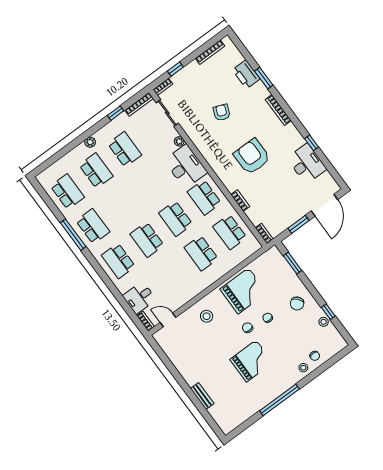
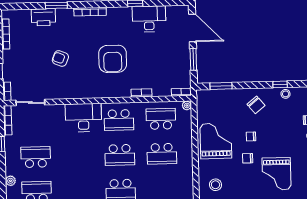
plant: (179, 141) -> (187, 105), moved
armchair: (252, 157) -> (113, 59), turned -90
school desk: (230, 232) -> (161, 119), turned 180
grand piano: (251, 361) -> (277, 174), turned 180

